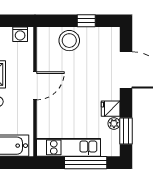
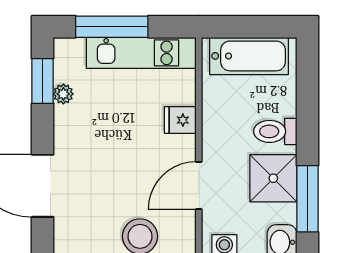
door: (35, 86) -> (199, 186), moved
fridge: (111, 109) -> (180, 120), moved, turned 180

